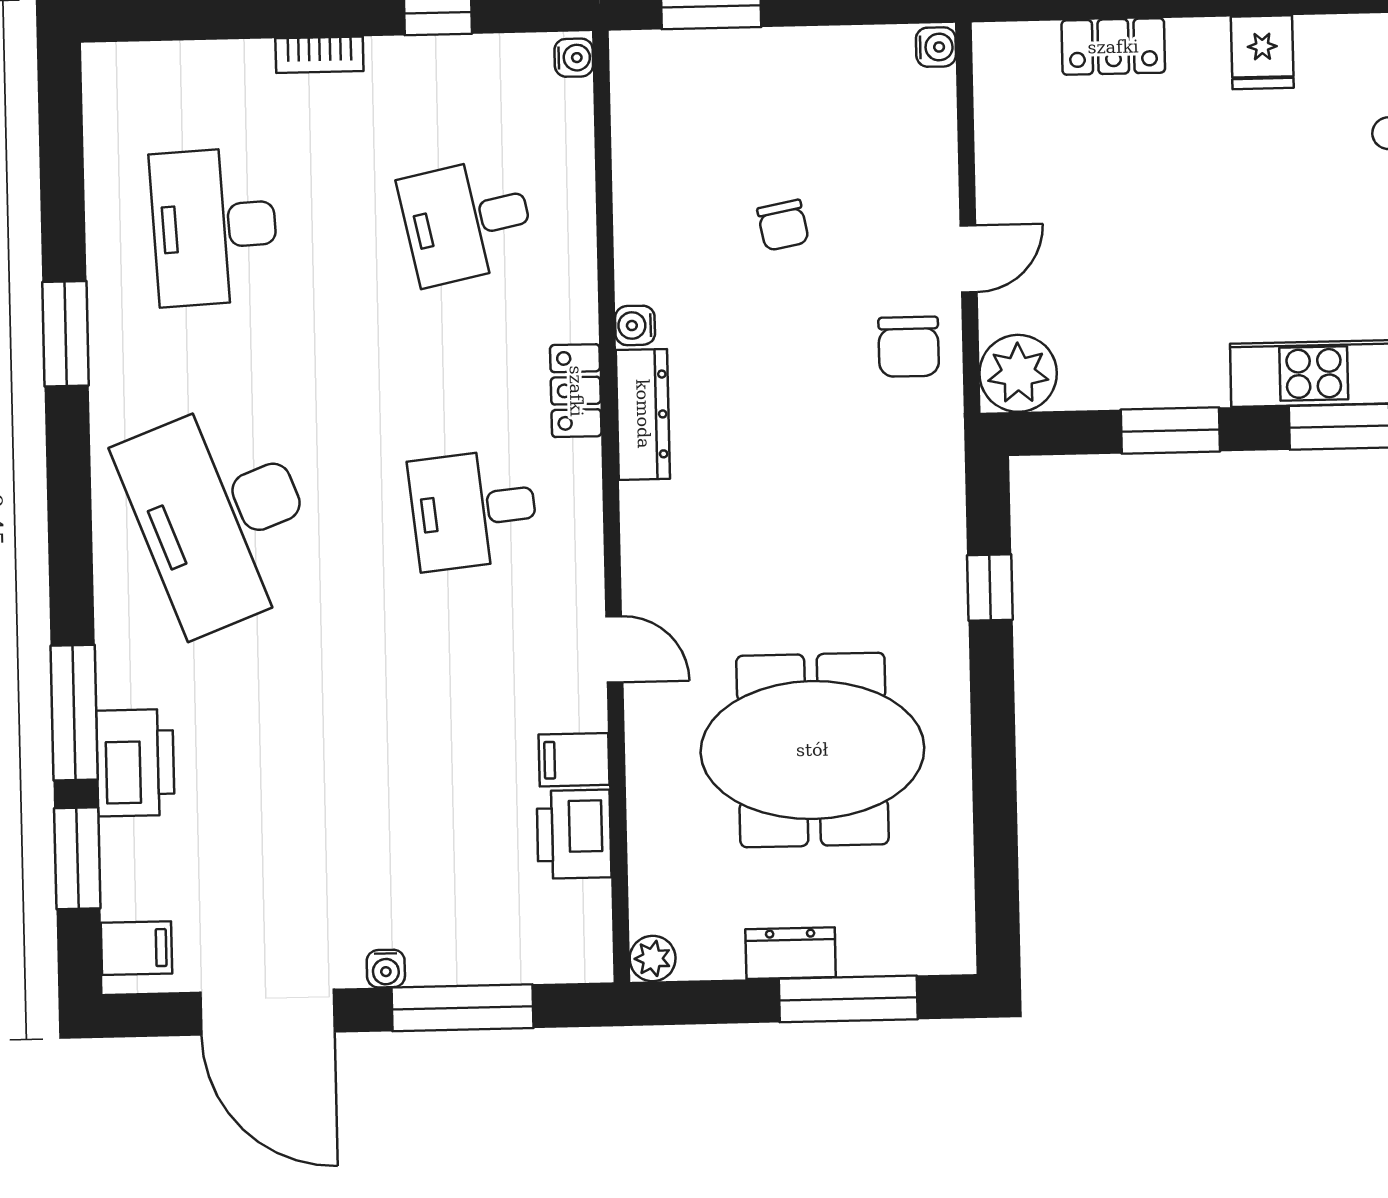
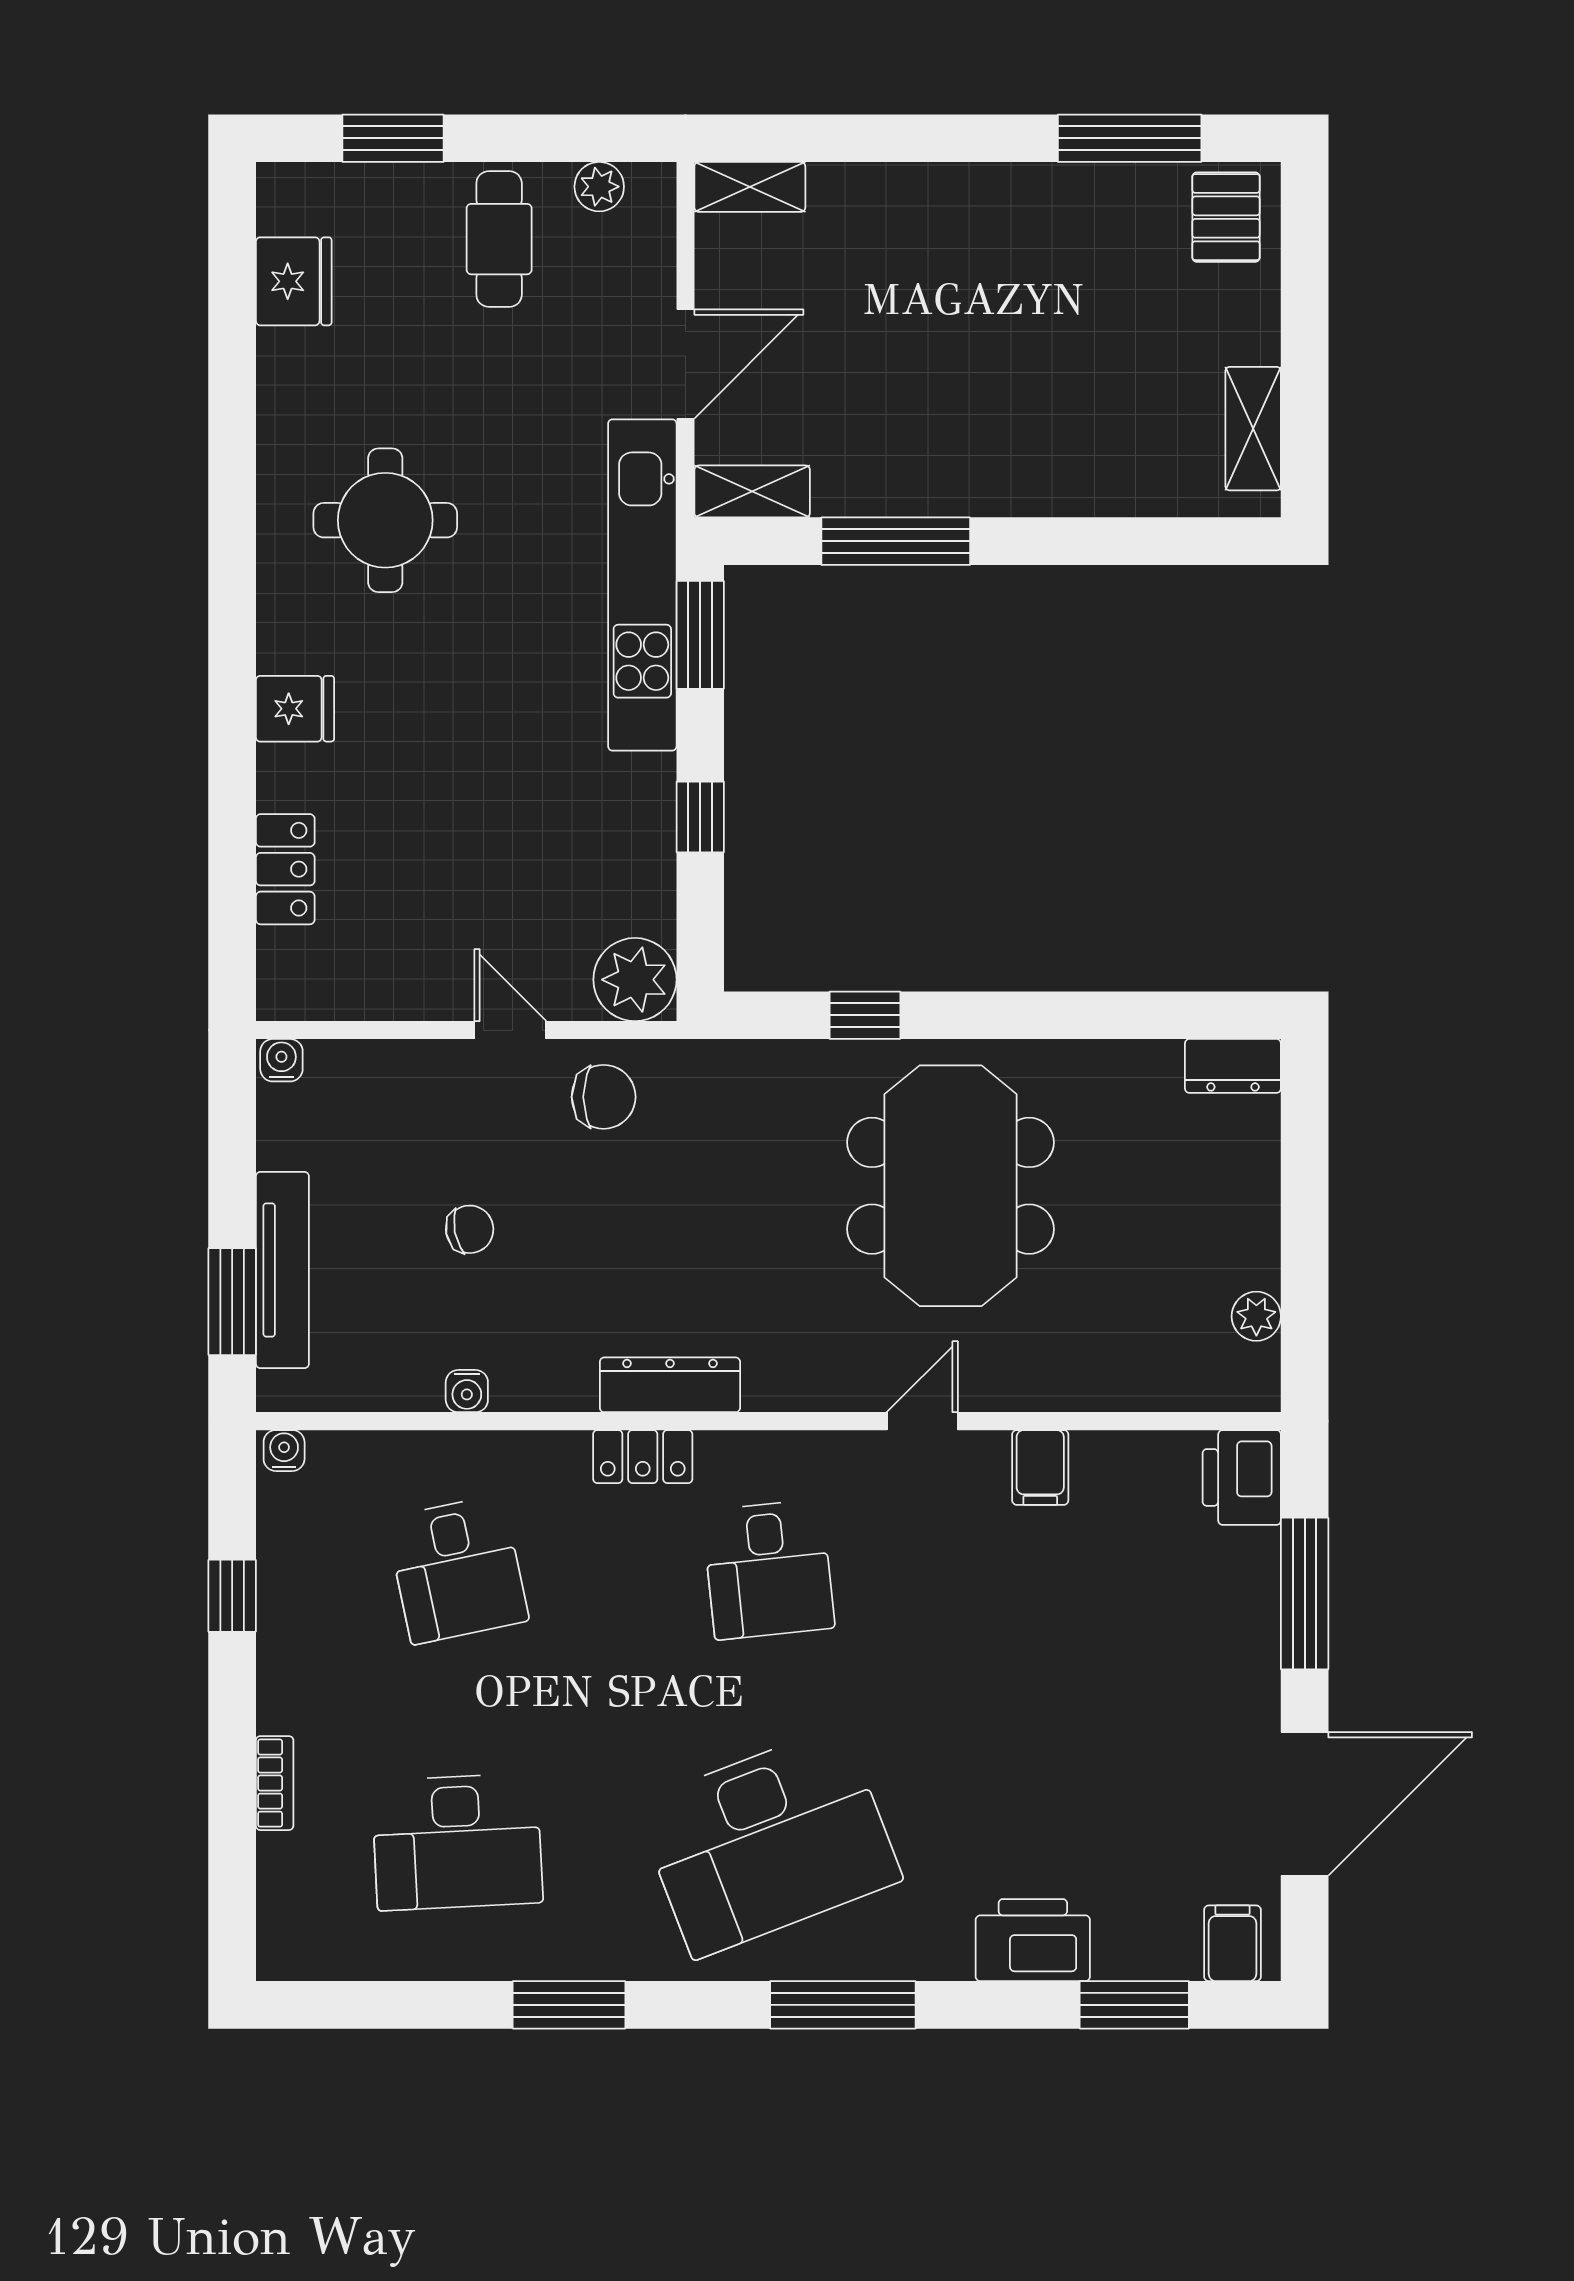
tv unit: (741, 52) -> (282, 1270), added
bookcase: (319, 55) -> (275, 1783), moved
water cooler: (635, 325) -> (467, 1391), moved
window: (1170, 431) -> (700, 817), width x0.67
window: (74, 713) -> (843, 2005), moved
meeting table: (812, 750) -> (951, 1186), moved
printer: (574, 834) -> (1242, 1477), moved, turned 90
dresser: (791, 953) -> (1233, 1066), moved, turned -90
plant: (653, 959) -> (1256, 1316), moved
water cooler: (386, 969) -> (1261, 1675), removed
window: (848, 999) -> (1305, 1178), removed

